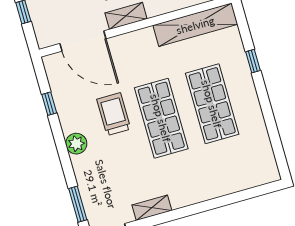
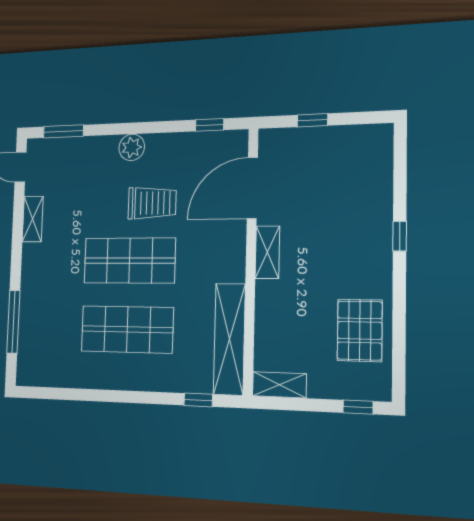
window: (253, 61) -> (198, 400), moved
window: (49, 104) -> (210, 125), moved
window: (234, 198) -> (13, 322), added

